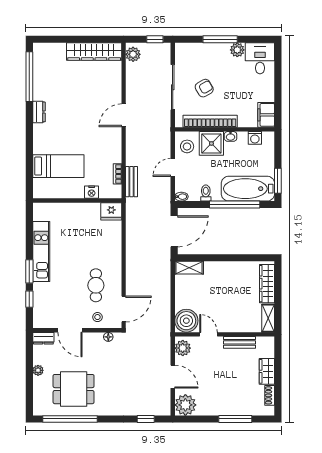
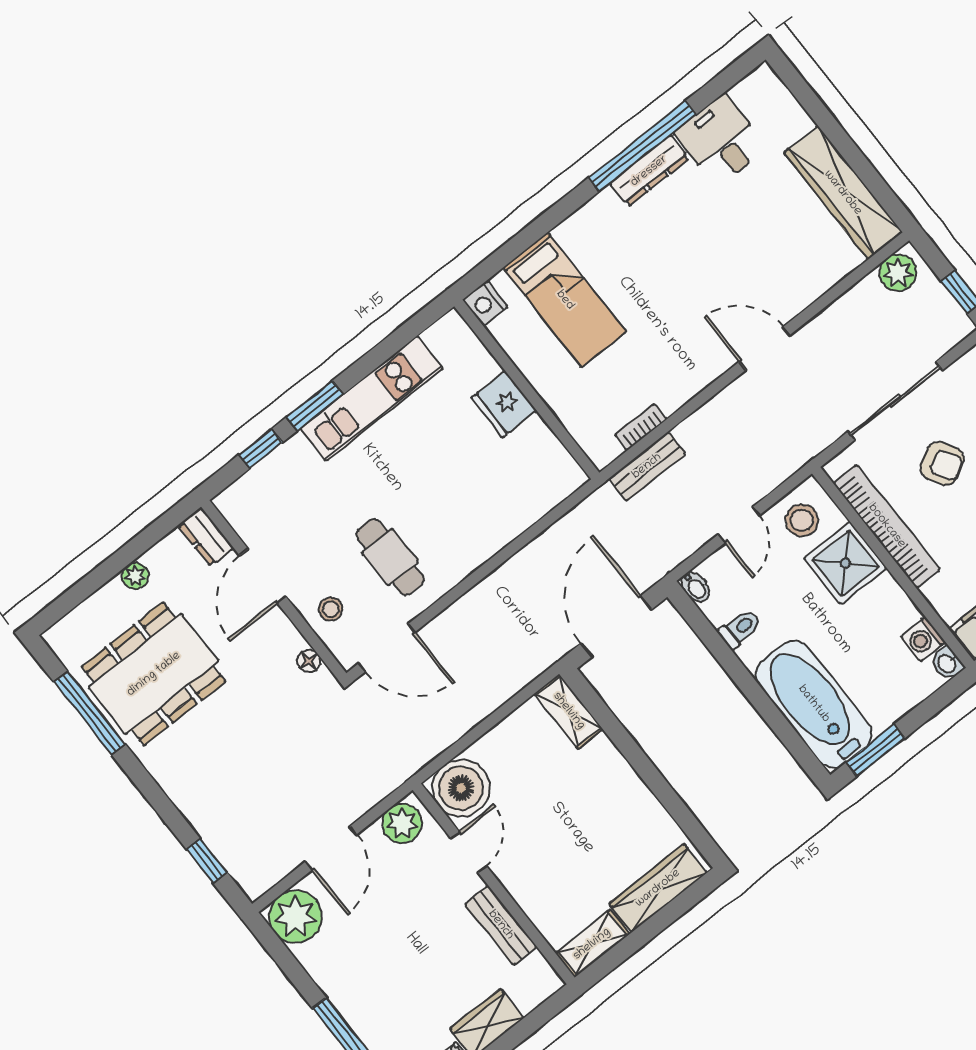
window: (29, 77) -> (642, 146), moved
desk: (47, 77) -> (721, 140), added
dresser: (39, 112) -> (649, 171), width x1.44
washbasin: (231, 136) -> (947, 663), moved
door: (173, 167) -> (739, 525), swing flipped
nightstand: (92, 192) -> (485, 303), moved
window: (235, 205) -> (762, 703), removed
fridge: (111, 211) -> (504, 404), moved
door: (174, 231) -> (616, 626), swing flipped
cafe table: (96, 285) -> (390, 557), turned 90
dining table: (74, 389) -> (154, 674), width x1.38
window: (70, 419) -> (90, 713), width x0.68

